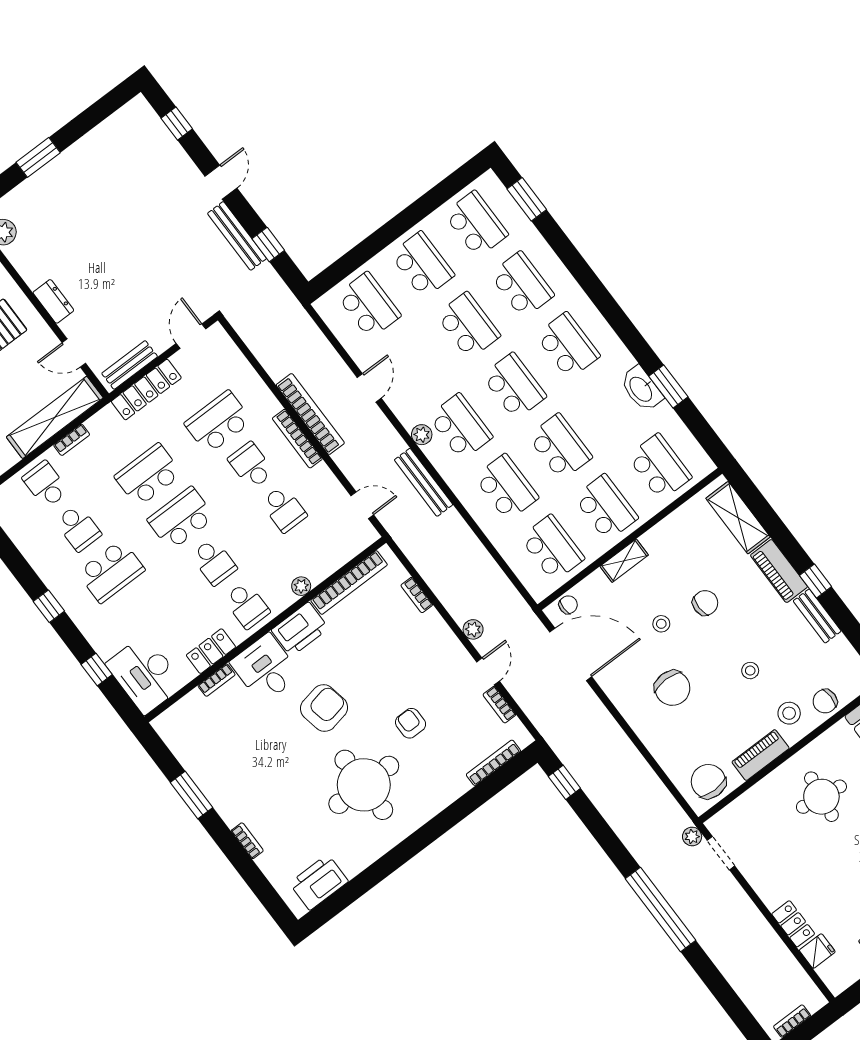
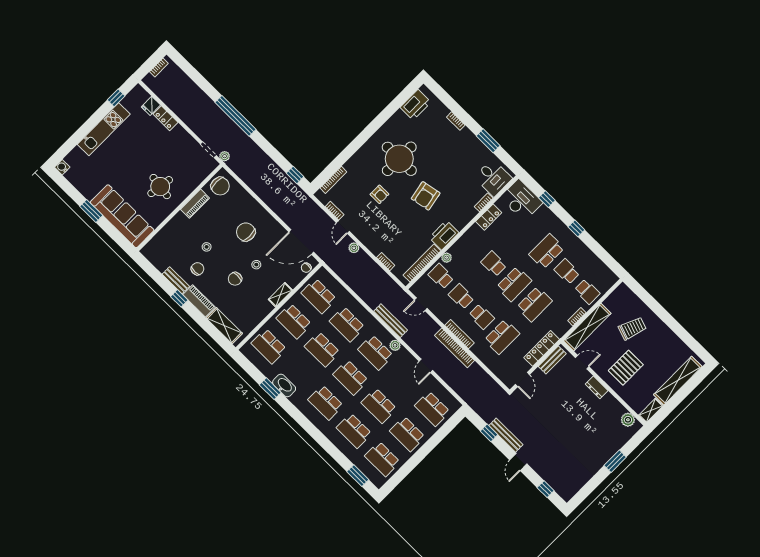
school desk: (247, 605) -> (441, 276), moved
desk: (265, 669) -> (493, 178), moved
chair: (825, 701) -> (197, 269), moved
stool: (789, 713) -> (183, 228), removed

